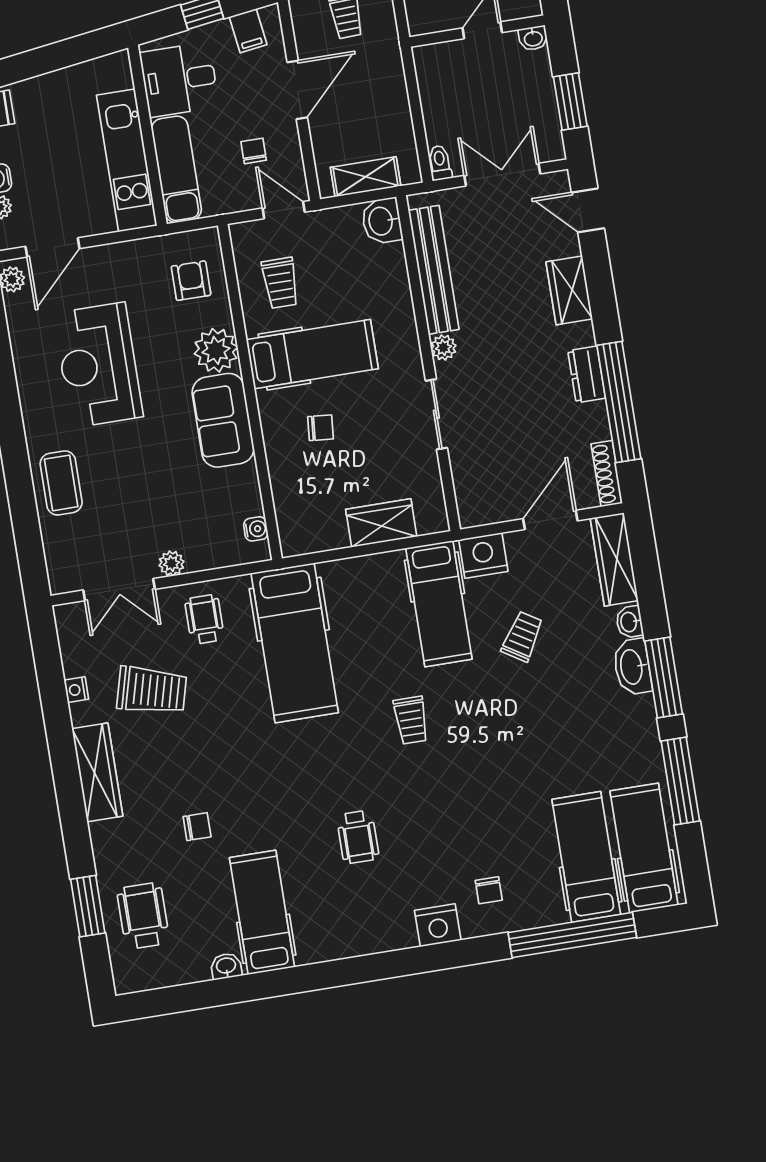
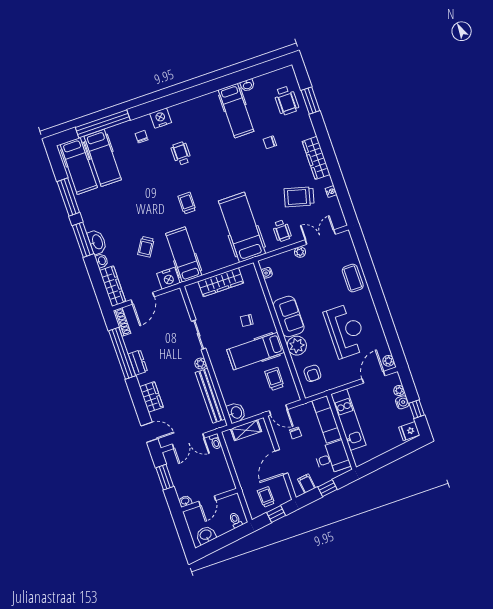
wardrobe: (381, 523) -> (221, 282), width x1.50
wheelchair: (358, 837) -> (181, 154), moved

